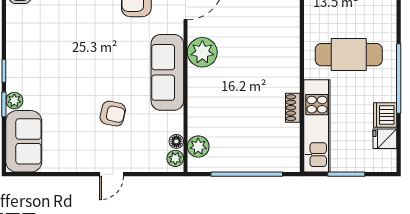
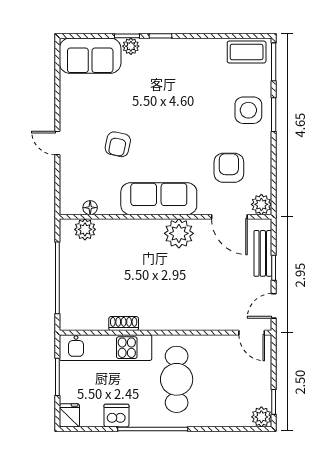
fridge: (385, 139) -> (69, 415), moved
plant: (175, 158) -> (73, 207), removed

